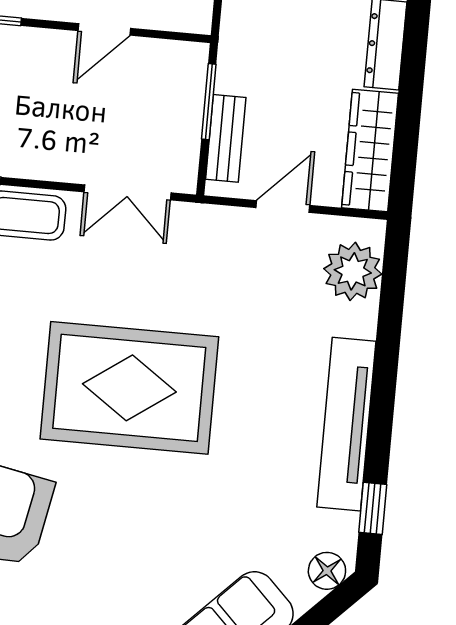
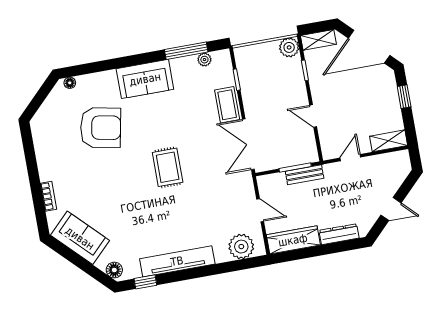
bench: (226, 138) -> (305, 175), moved
double door: (128, 192) -> (248, 144), width x1.37
rug: (129, 388) -> (168, 167), width x0.54, depth x0.49

